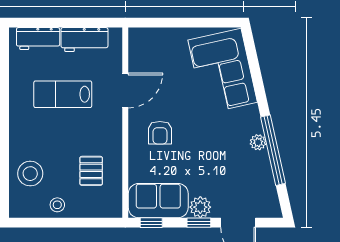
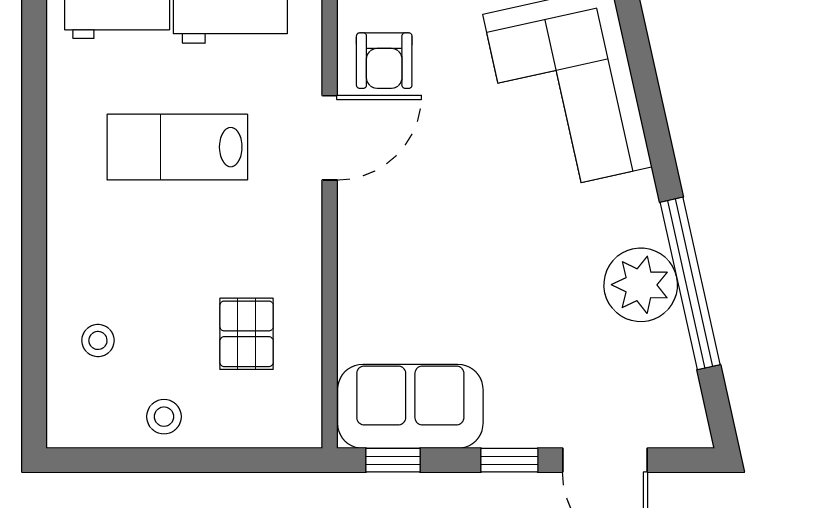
armchair: (160, 133) -> (384, 61), moved
plant: (258, 142) -> (641, 285), width x1.87, depth x1.87
stool: (30, 174) -> (98, 340), width x0.53, depth x0.53
plant: (200, 207) -> (513, 422), removed

